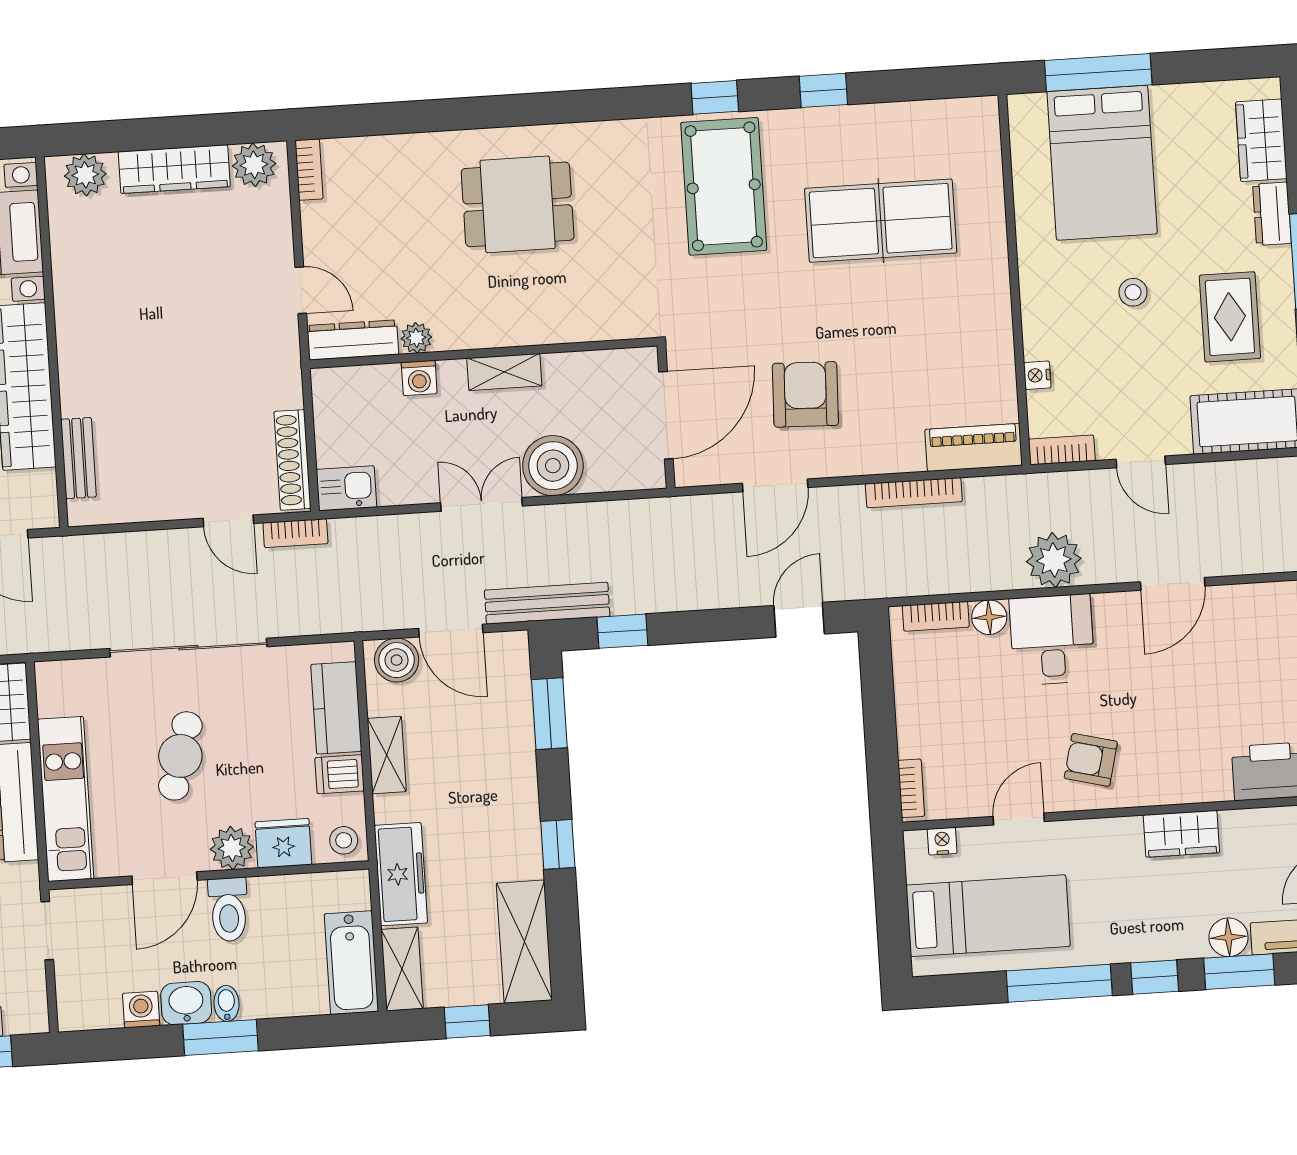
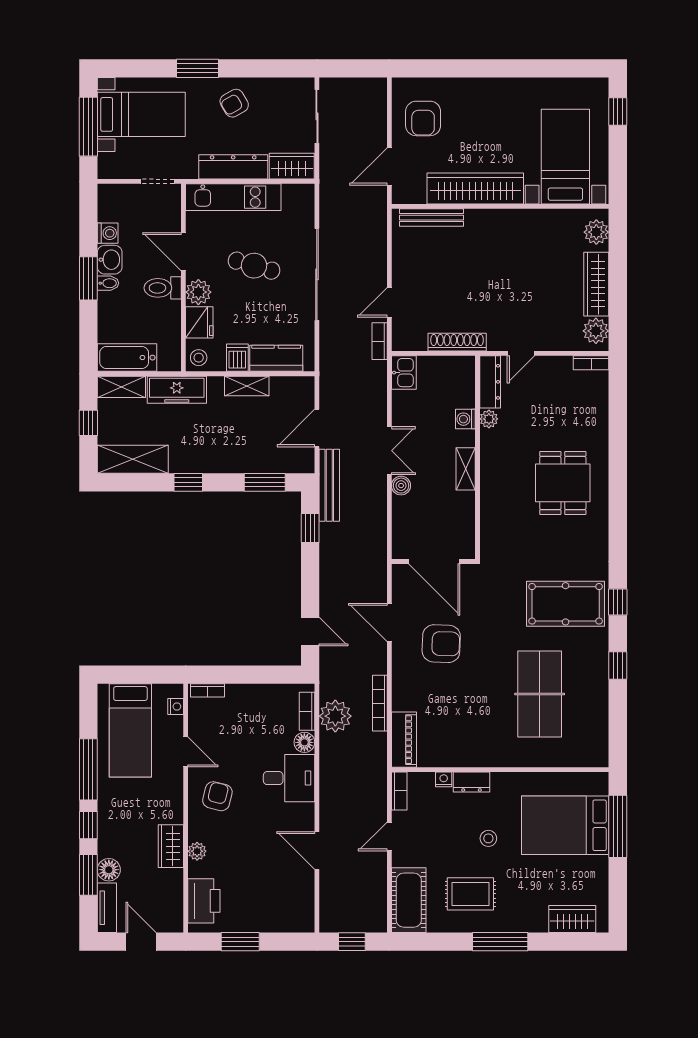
dresser: (1272, 214) -> (471, 782), moved, turned 180
bench: (79, 458) -> (431, 218), width x1.36
shoe rack: (293, 460) -> (457, 342), moved
boiler: (553, 466) -> (401, 486), width x0.54, depth x0.54
plant: (1054, 560) -> (335, 716), moved
boiler: (397, 660) -> (302, 395), removed
plant: (1187, 789) -> (197, 851), added

